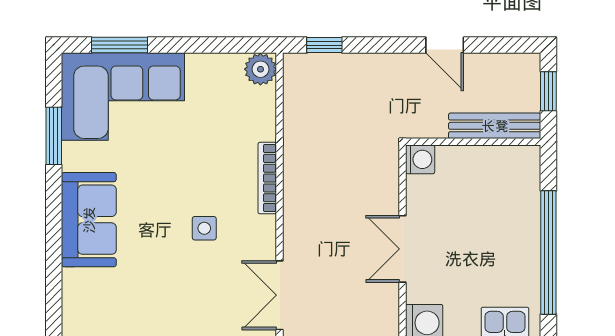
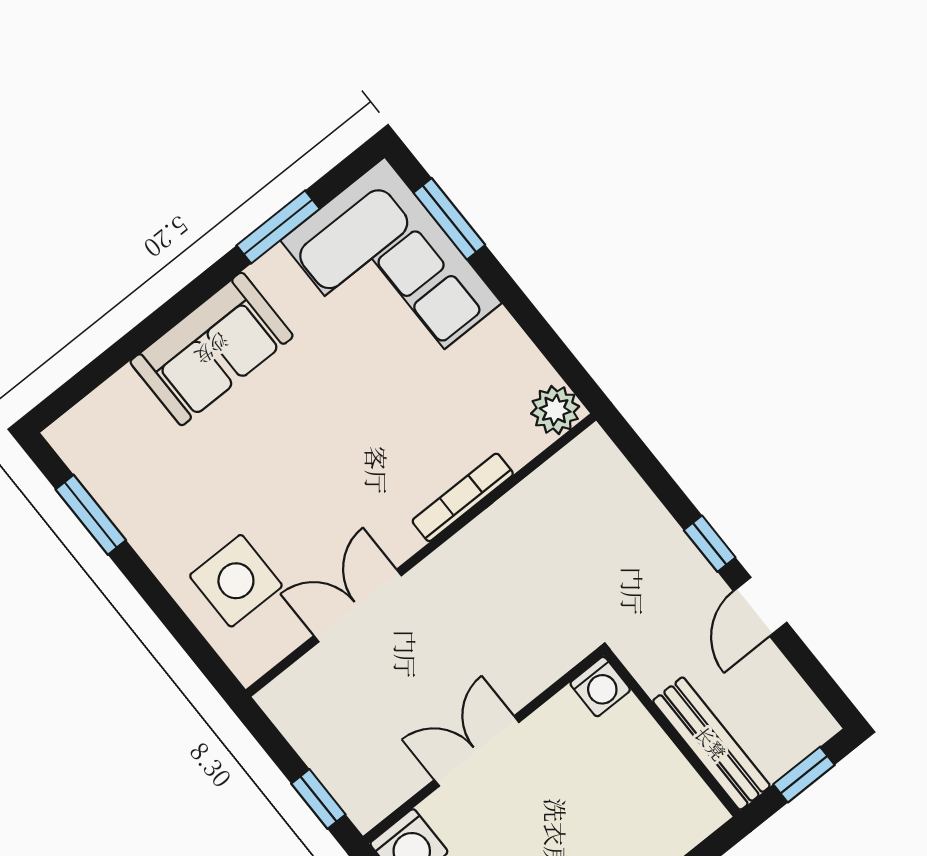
window: (324, 45) -> (710, 544), moved
bookcase: (267, 178) -> (463, 497), moved
side table: (204, 228) -> (236, 581), moved, width x1.87, depth x1.87
double door: (280, 295) -> (358, 606), moved

